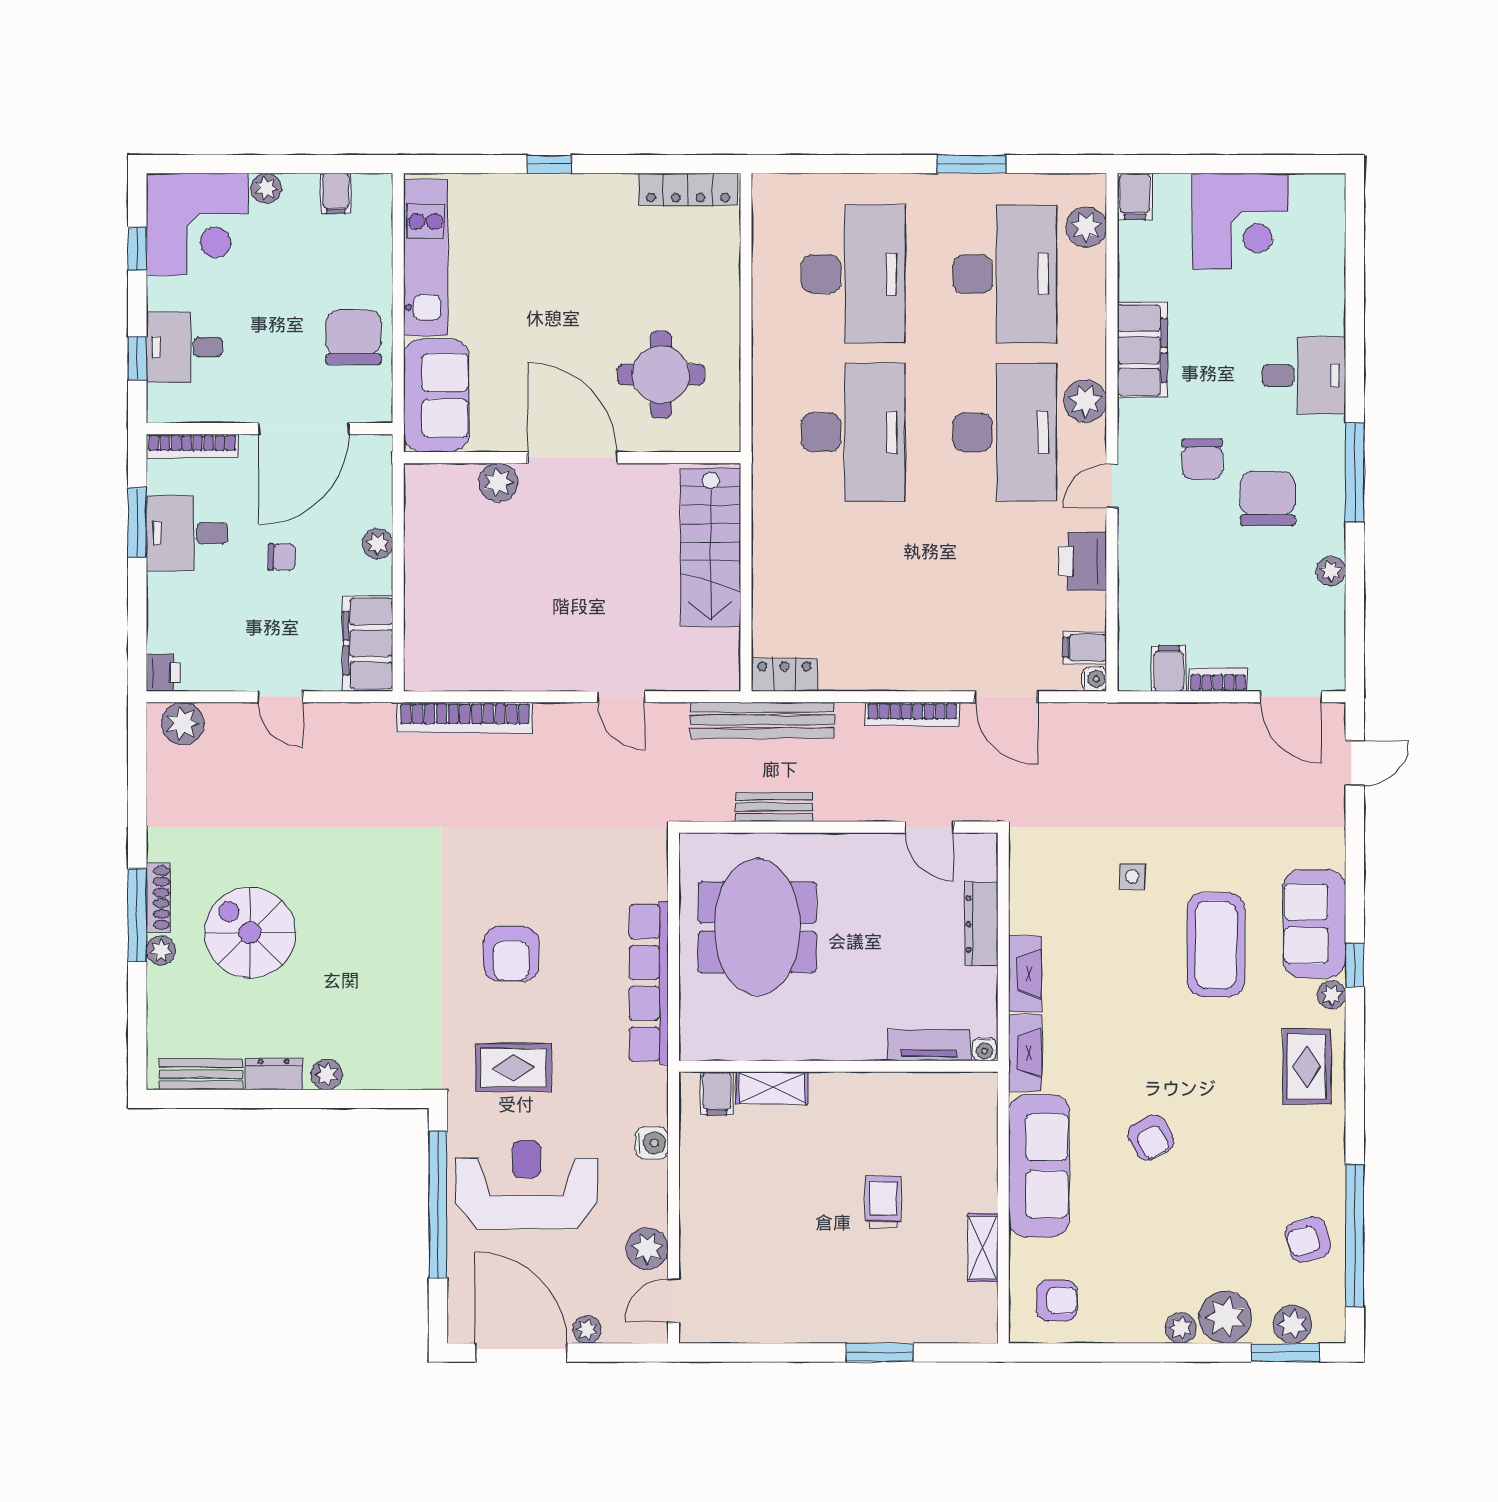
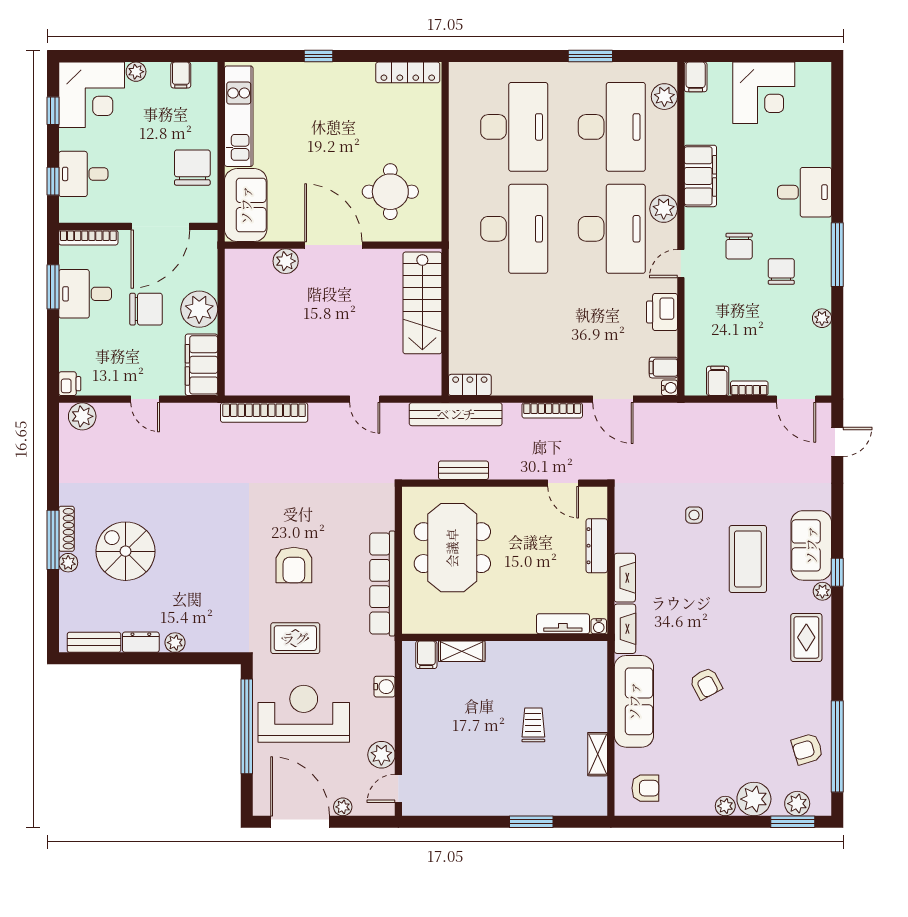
chair: (1268, 498) -> (781, 271), width x0.73, depth x0.73
plant: (378, 544) -> (199, 309), width x1.87, depth x1.87
chair: (282, 557) -> (146, 309), width x1.87, depth x1.87

